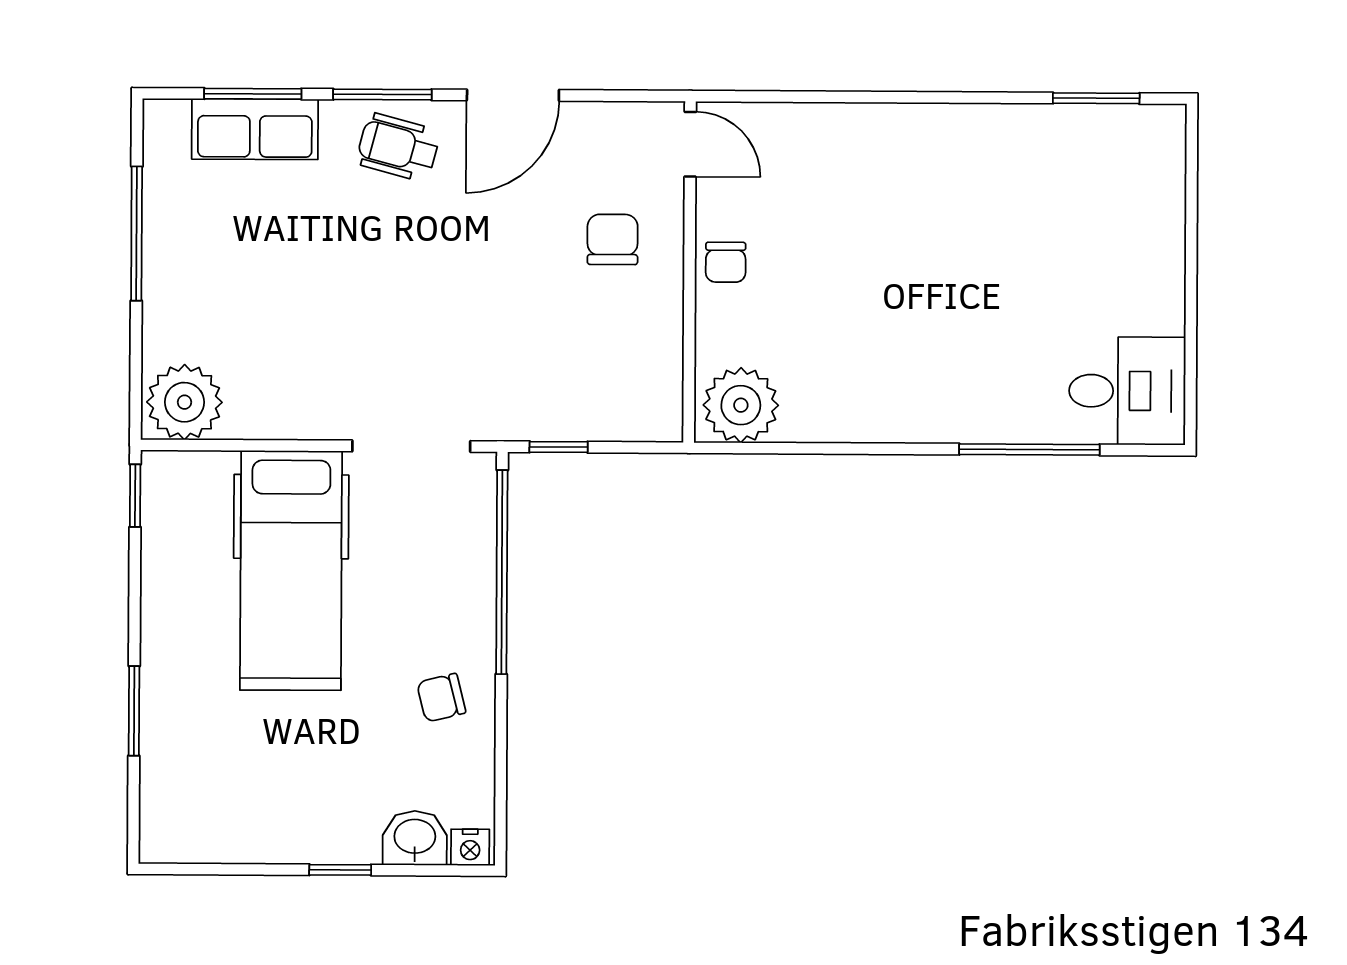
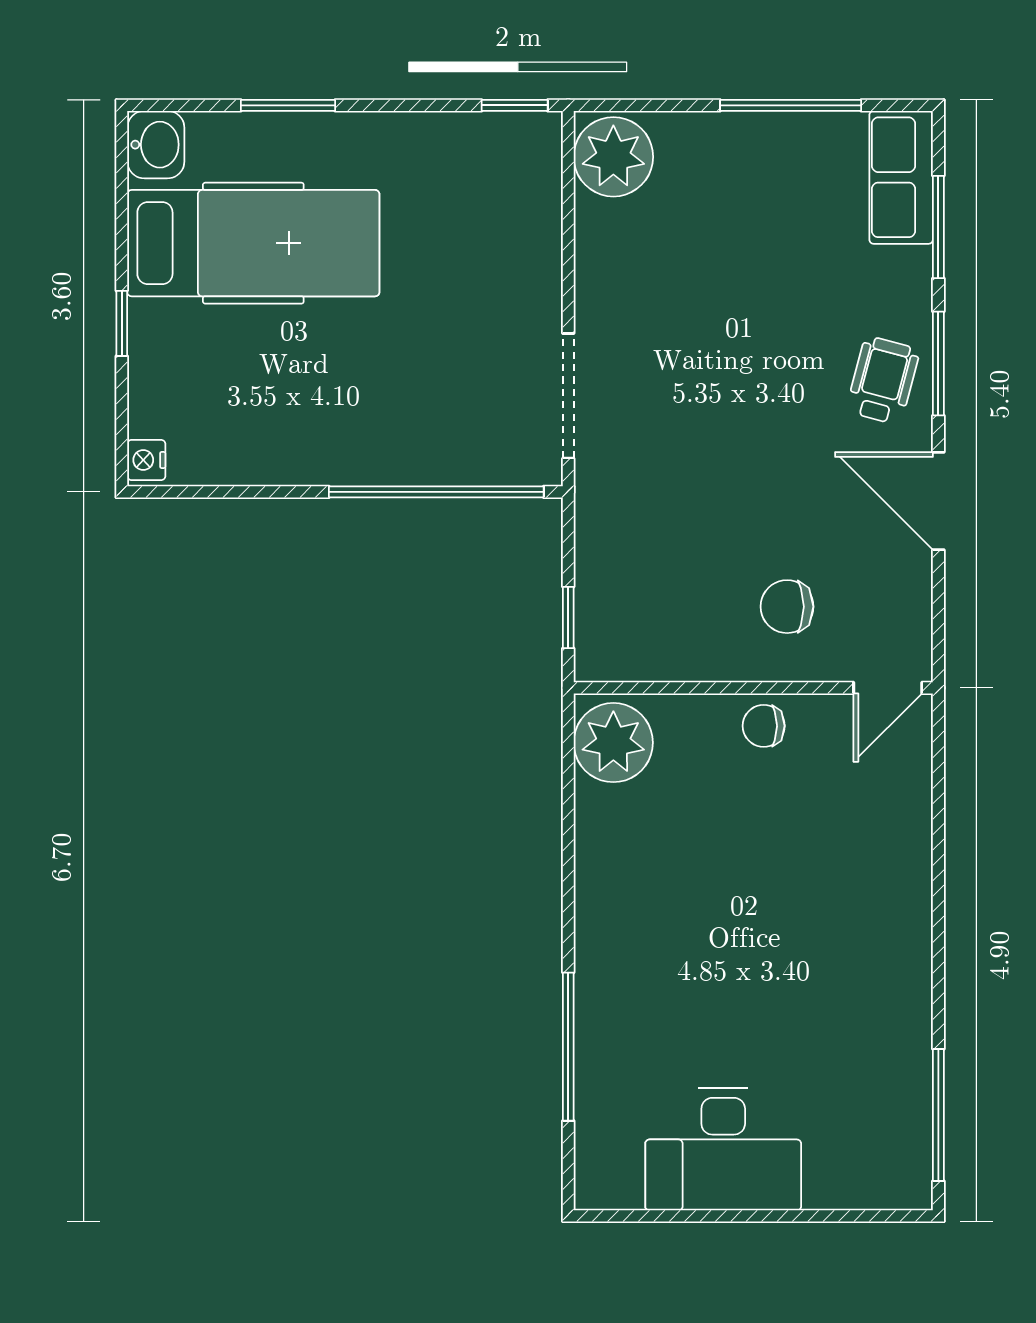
window: (1096, 98) -> (938, 1115), width x1.44
row of seats: (255, 129) -> (901, 177), moved
chair: (613, 239) -> (787, 607), turned 180
desk: (1127, 391) -> (723, 1149), moved, width x1.37
window: (559, 447) -> (568, 618), moved
hospital bed: (291, 570) -> (253, 243), moved, turned 180
chair: (441, 698) -> (304, 429), removed
washbasin: (415, 838) -> (156, 145), moved

